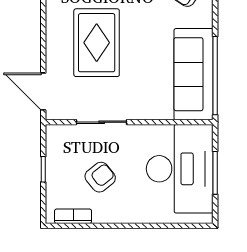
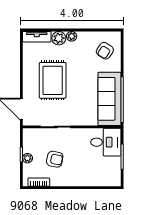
desk: (180, 169) -> (106, 142), width x0.53, depth x0.77
plant: (54, 175) -> (27, 158), added
armchair: (100, 177) -> (55, 159), turned 50

